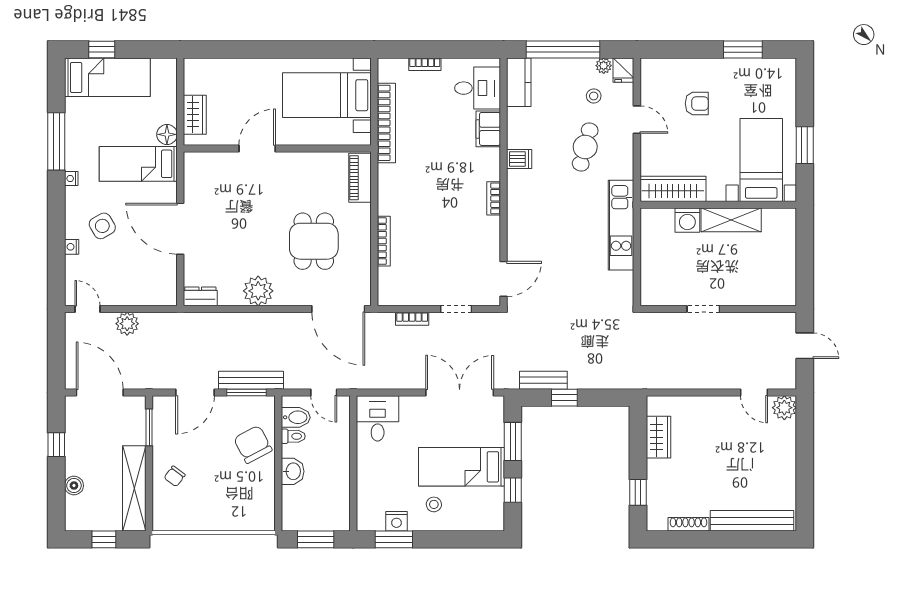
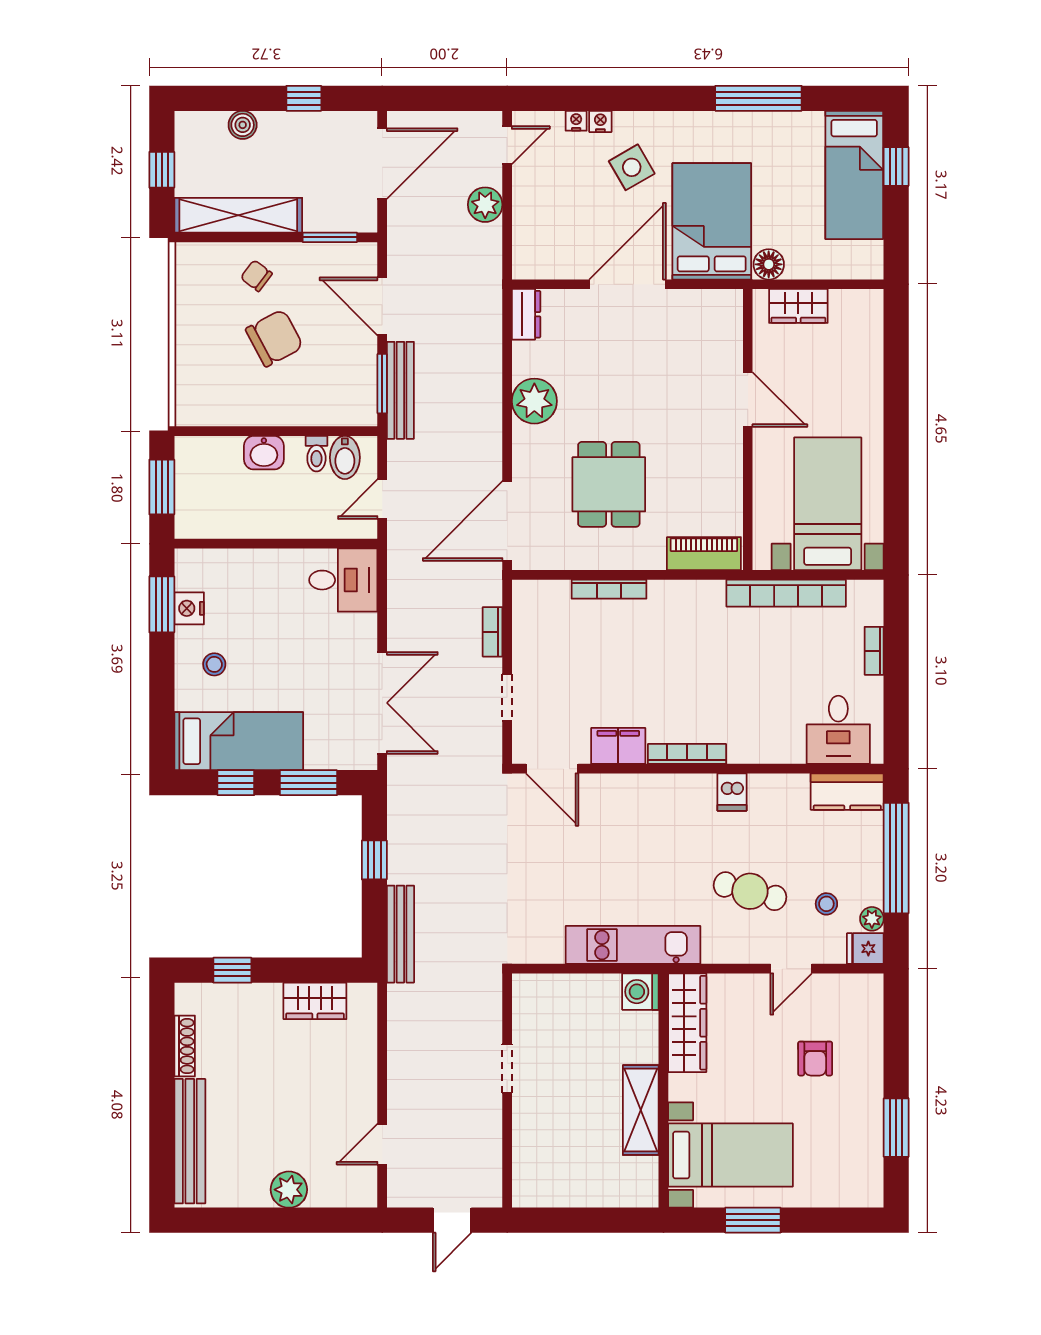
filing cabinet: (488, 129) -> (618, 746), moved
bed: (138, 164) -> (712, 221), width x1.50
nightstand: (71, 178) -> (576, 121), moved
bookcase: (494, 198) -> (687, 754), width x1.56
washing machine: (687, 220) -> (640, 992), moved
dining table: (314, 241) -> (609, 484), turned 90
bench: (543, 380) -> (400, 934), moved, width x1.36
plant: (784, 408) -> (289, 1190), moved
chair: (253, 444) -> (274, 338), moved
bed: (461, 467) -> (239, 741), moved, turned 90

